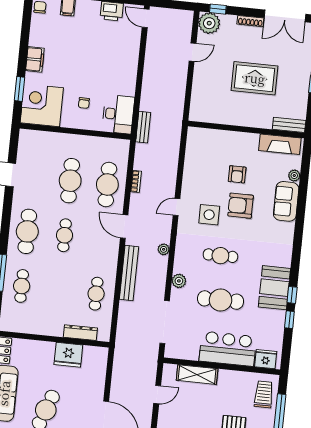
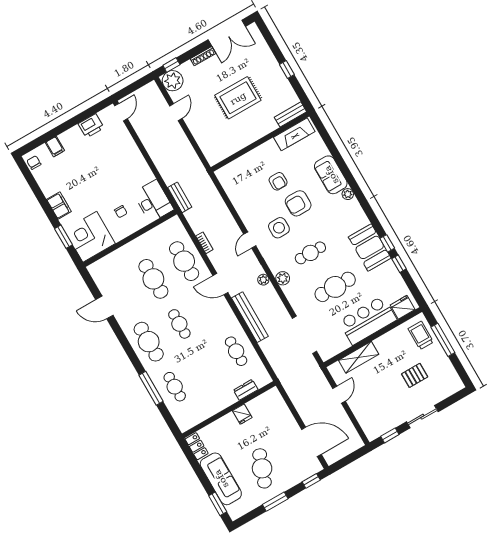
door: (146, 18) -> (121, 112), swing flipped
plant: (294, 176) -> (348, 194), moved
plant: (179, 281) -> (283, 278), moved
dresser: (80, 333) -> (246, 390), width x0.70
fridge: (68, 355) -> (242, 414), width x0.53, depth x0.75

